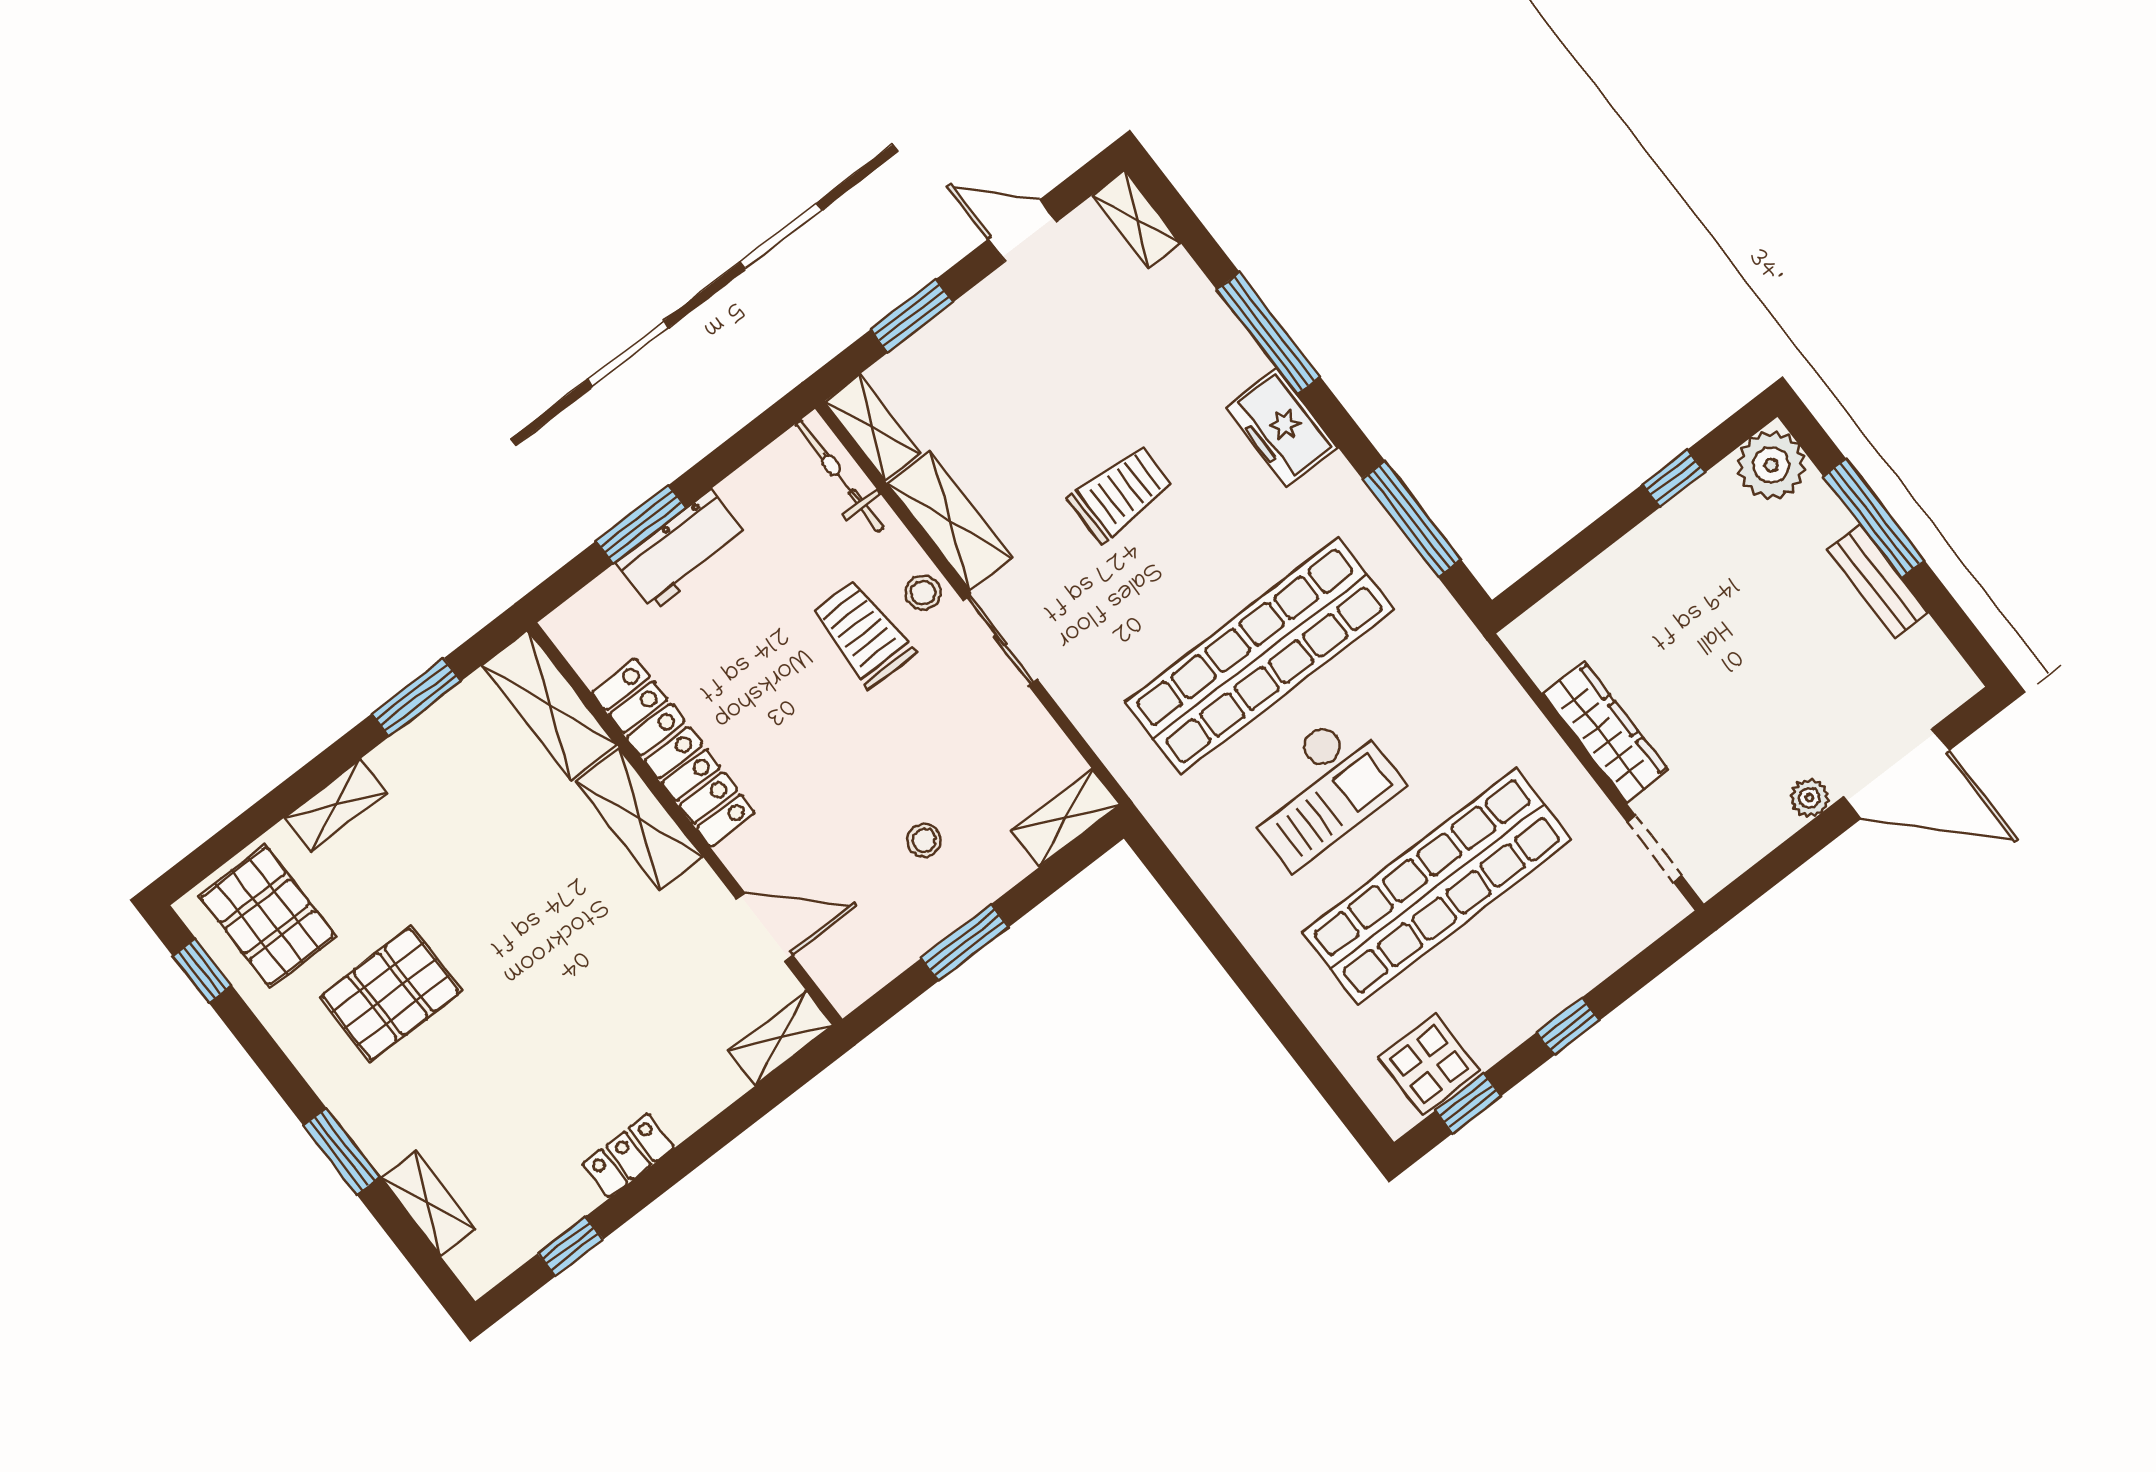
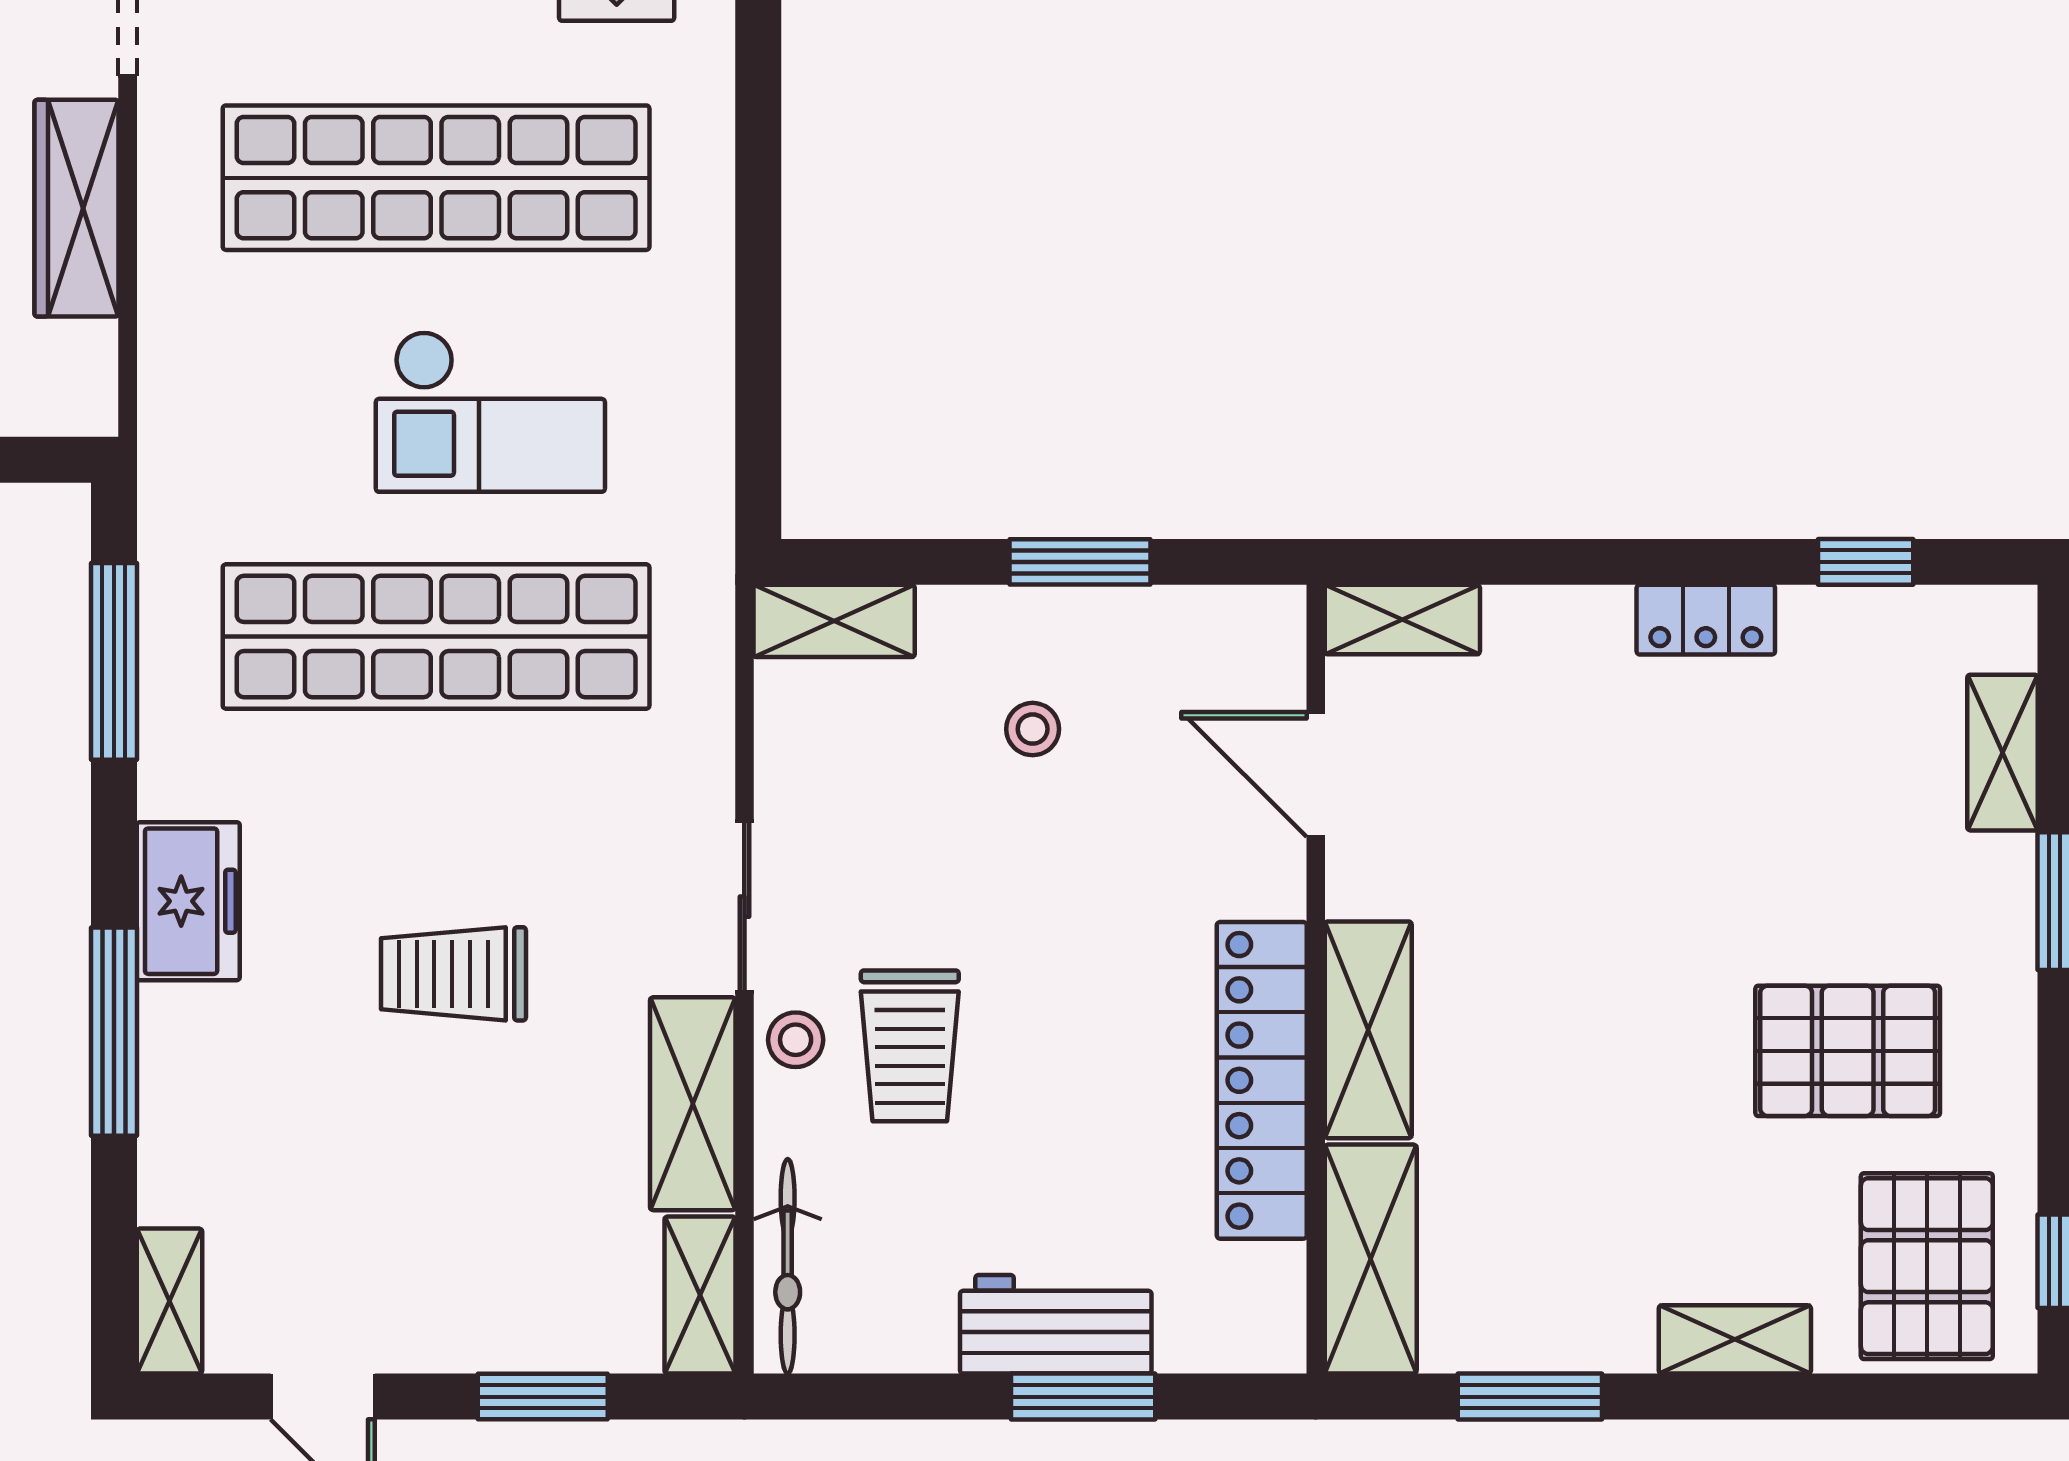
checkout: (1319, 790) -> (490, 412), turned 180

